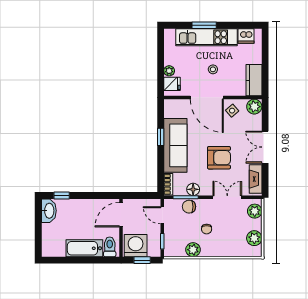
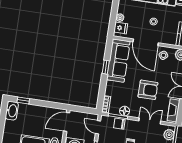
sofa: (175, 145) -> (118, 61), moved

